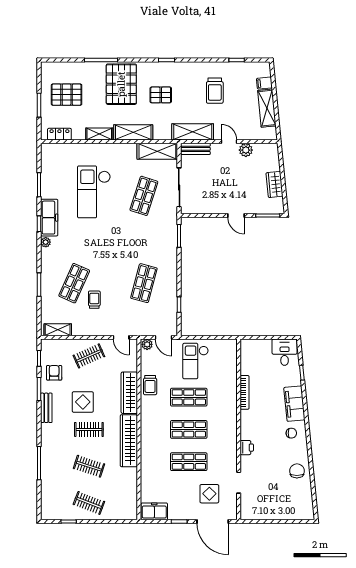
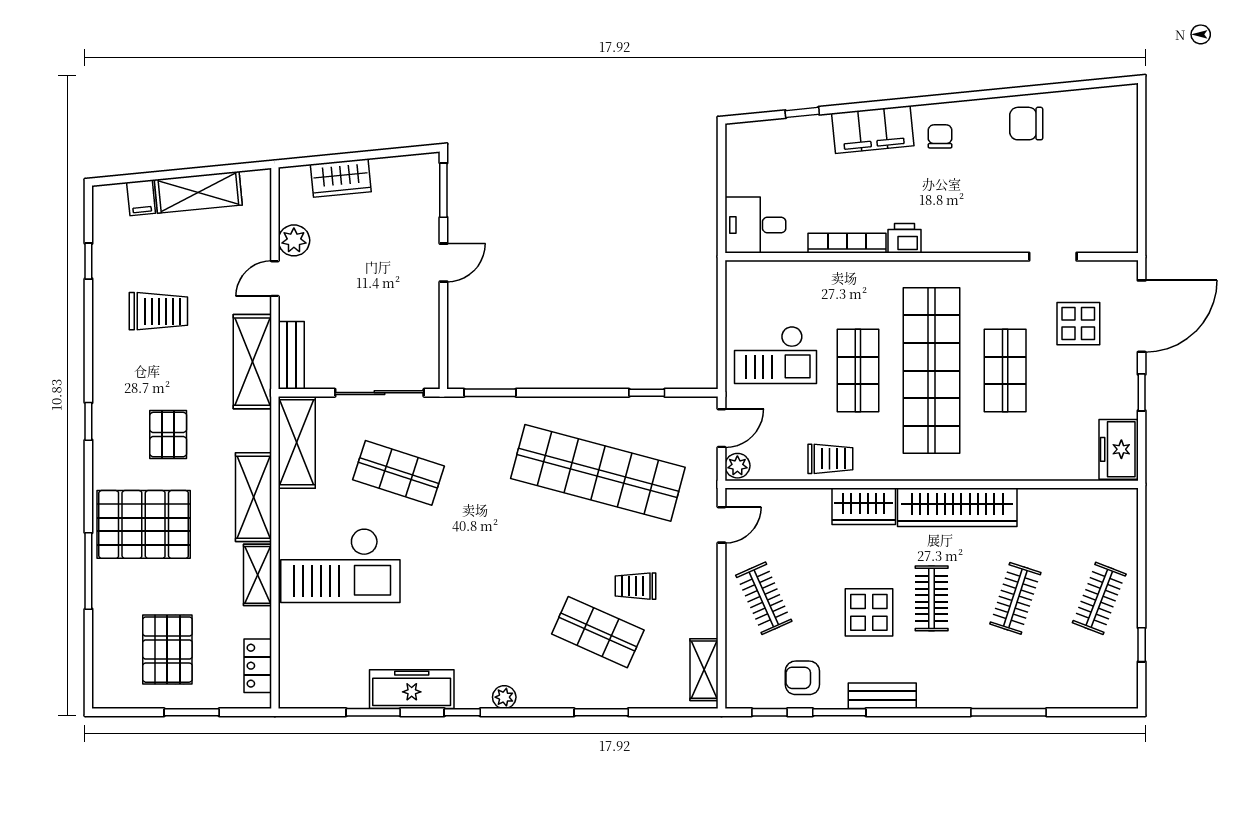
wardrobe: (274, 184) -> (341, 178), moved
checkout: (94, 192) -> (340, 565), moved
freezer: (49, 218) -> (412, 689), moved
shop shelf: (144, 283) -> (598, 473), width x2.00, depth x1.36
desk: (285, 352) -> (755, 225), moved
wardrobe: (129, 393) -> (864, 506), width x0.67
shop shelf: (189, 429) -> (932, 371), width x2.00, depth x1.36
printer: (247, 448) -> (905, 238), moved

